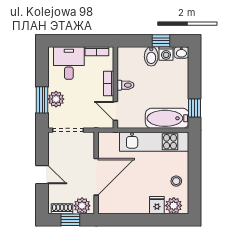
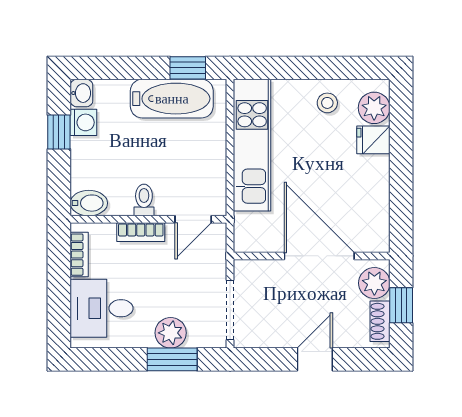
bidet: (151, 56) -> (89, 203), moved
bathtub: (167, 118) -> (172, 99), moved, turned -90

